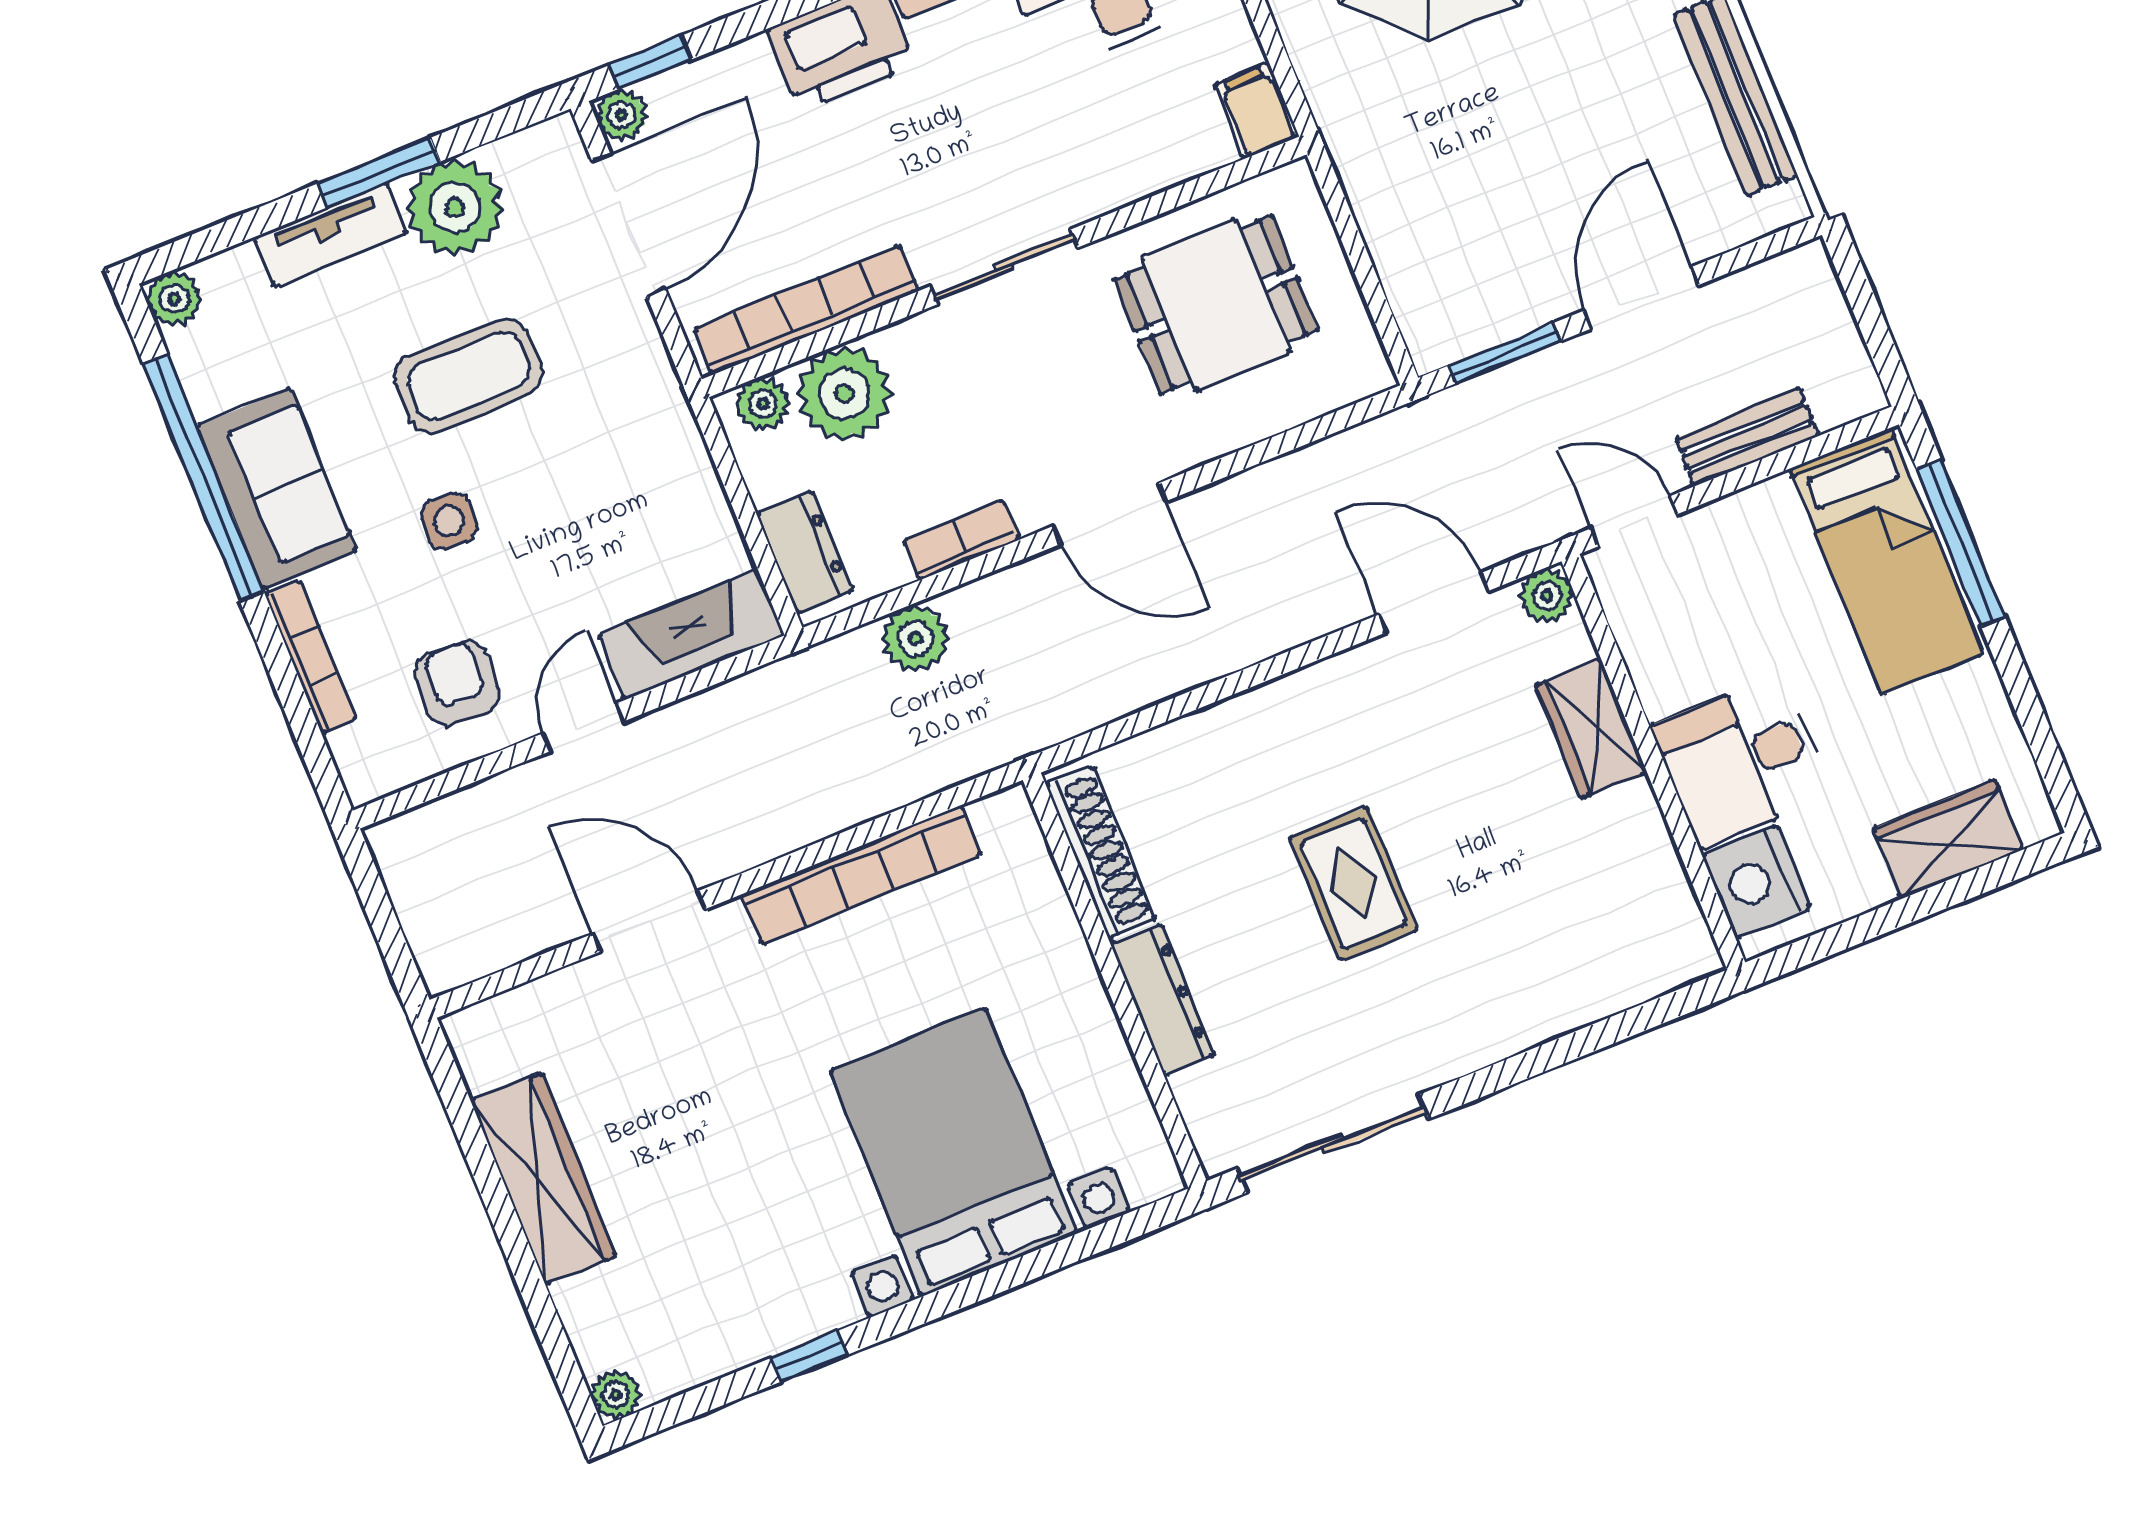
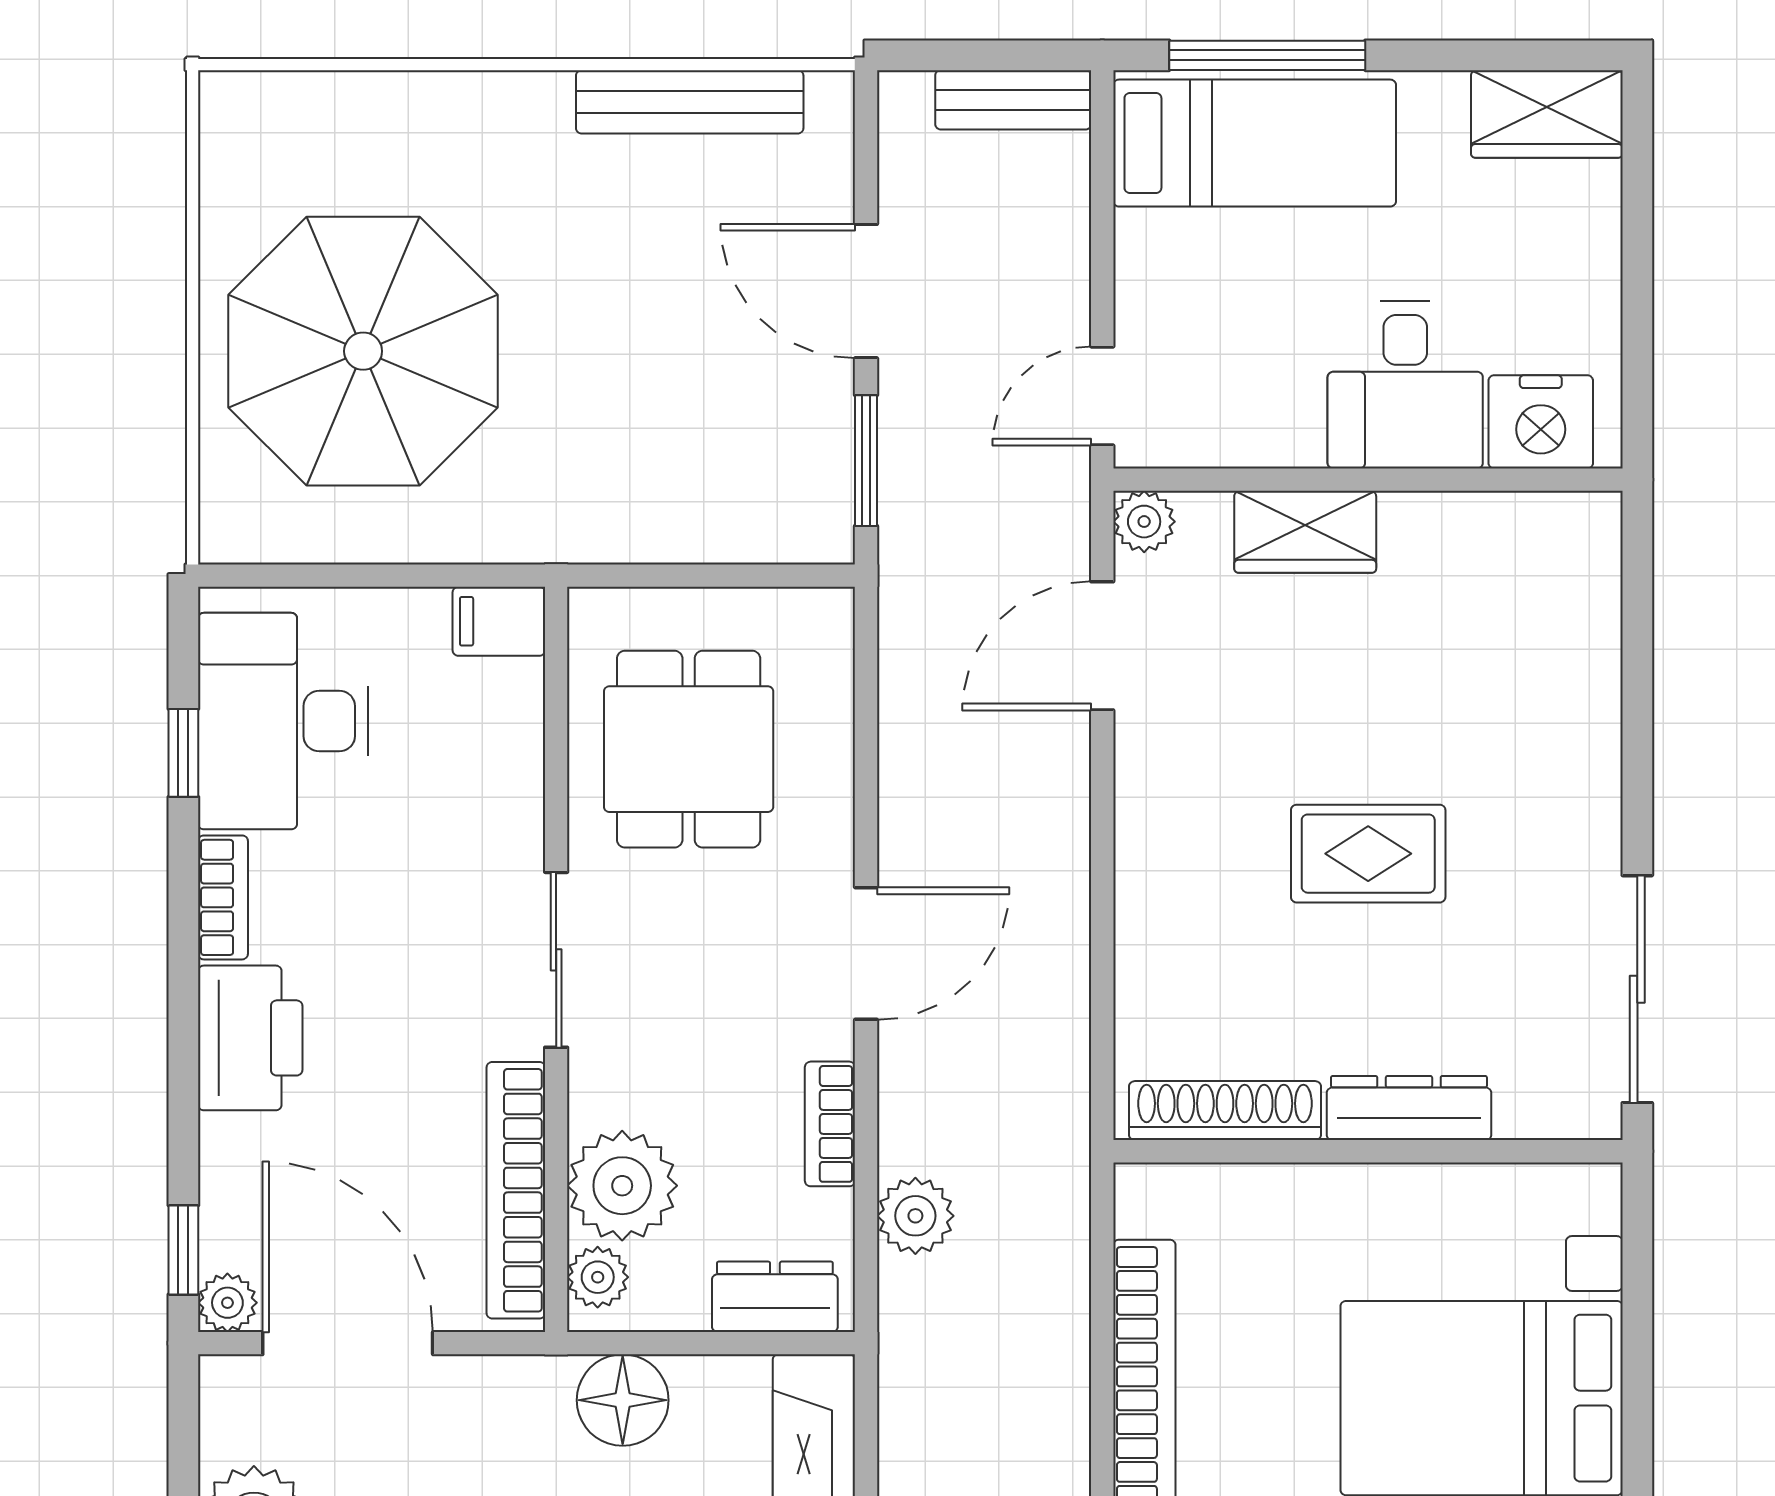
bench: (1747, 437) -> (1013, 100), moved, turned 90
floor lamp: (672, 464) -> (623, 1400), added
wardrobe: (1948, 839) -> (1547, 114), moved, turned -90

